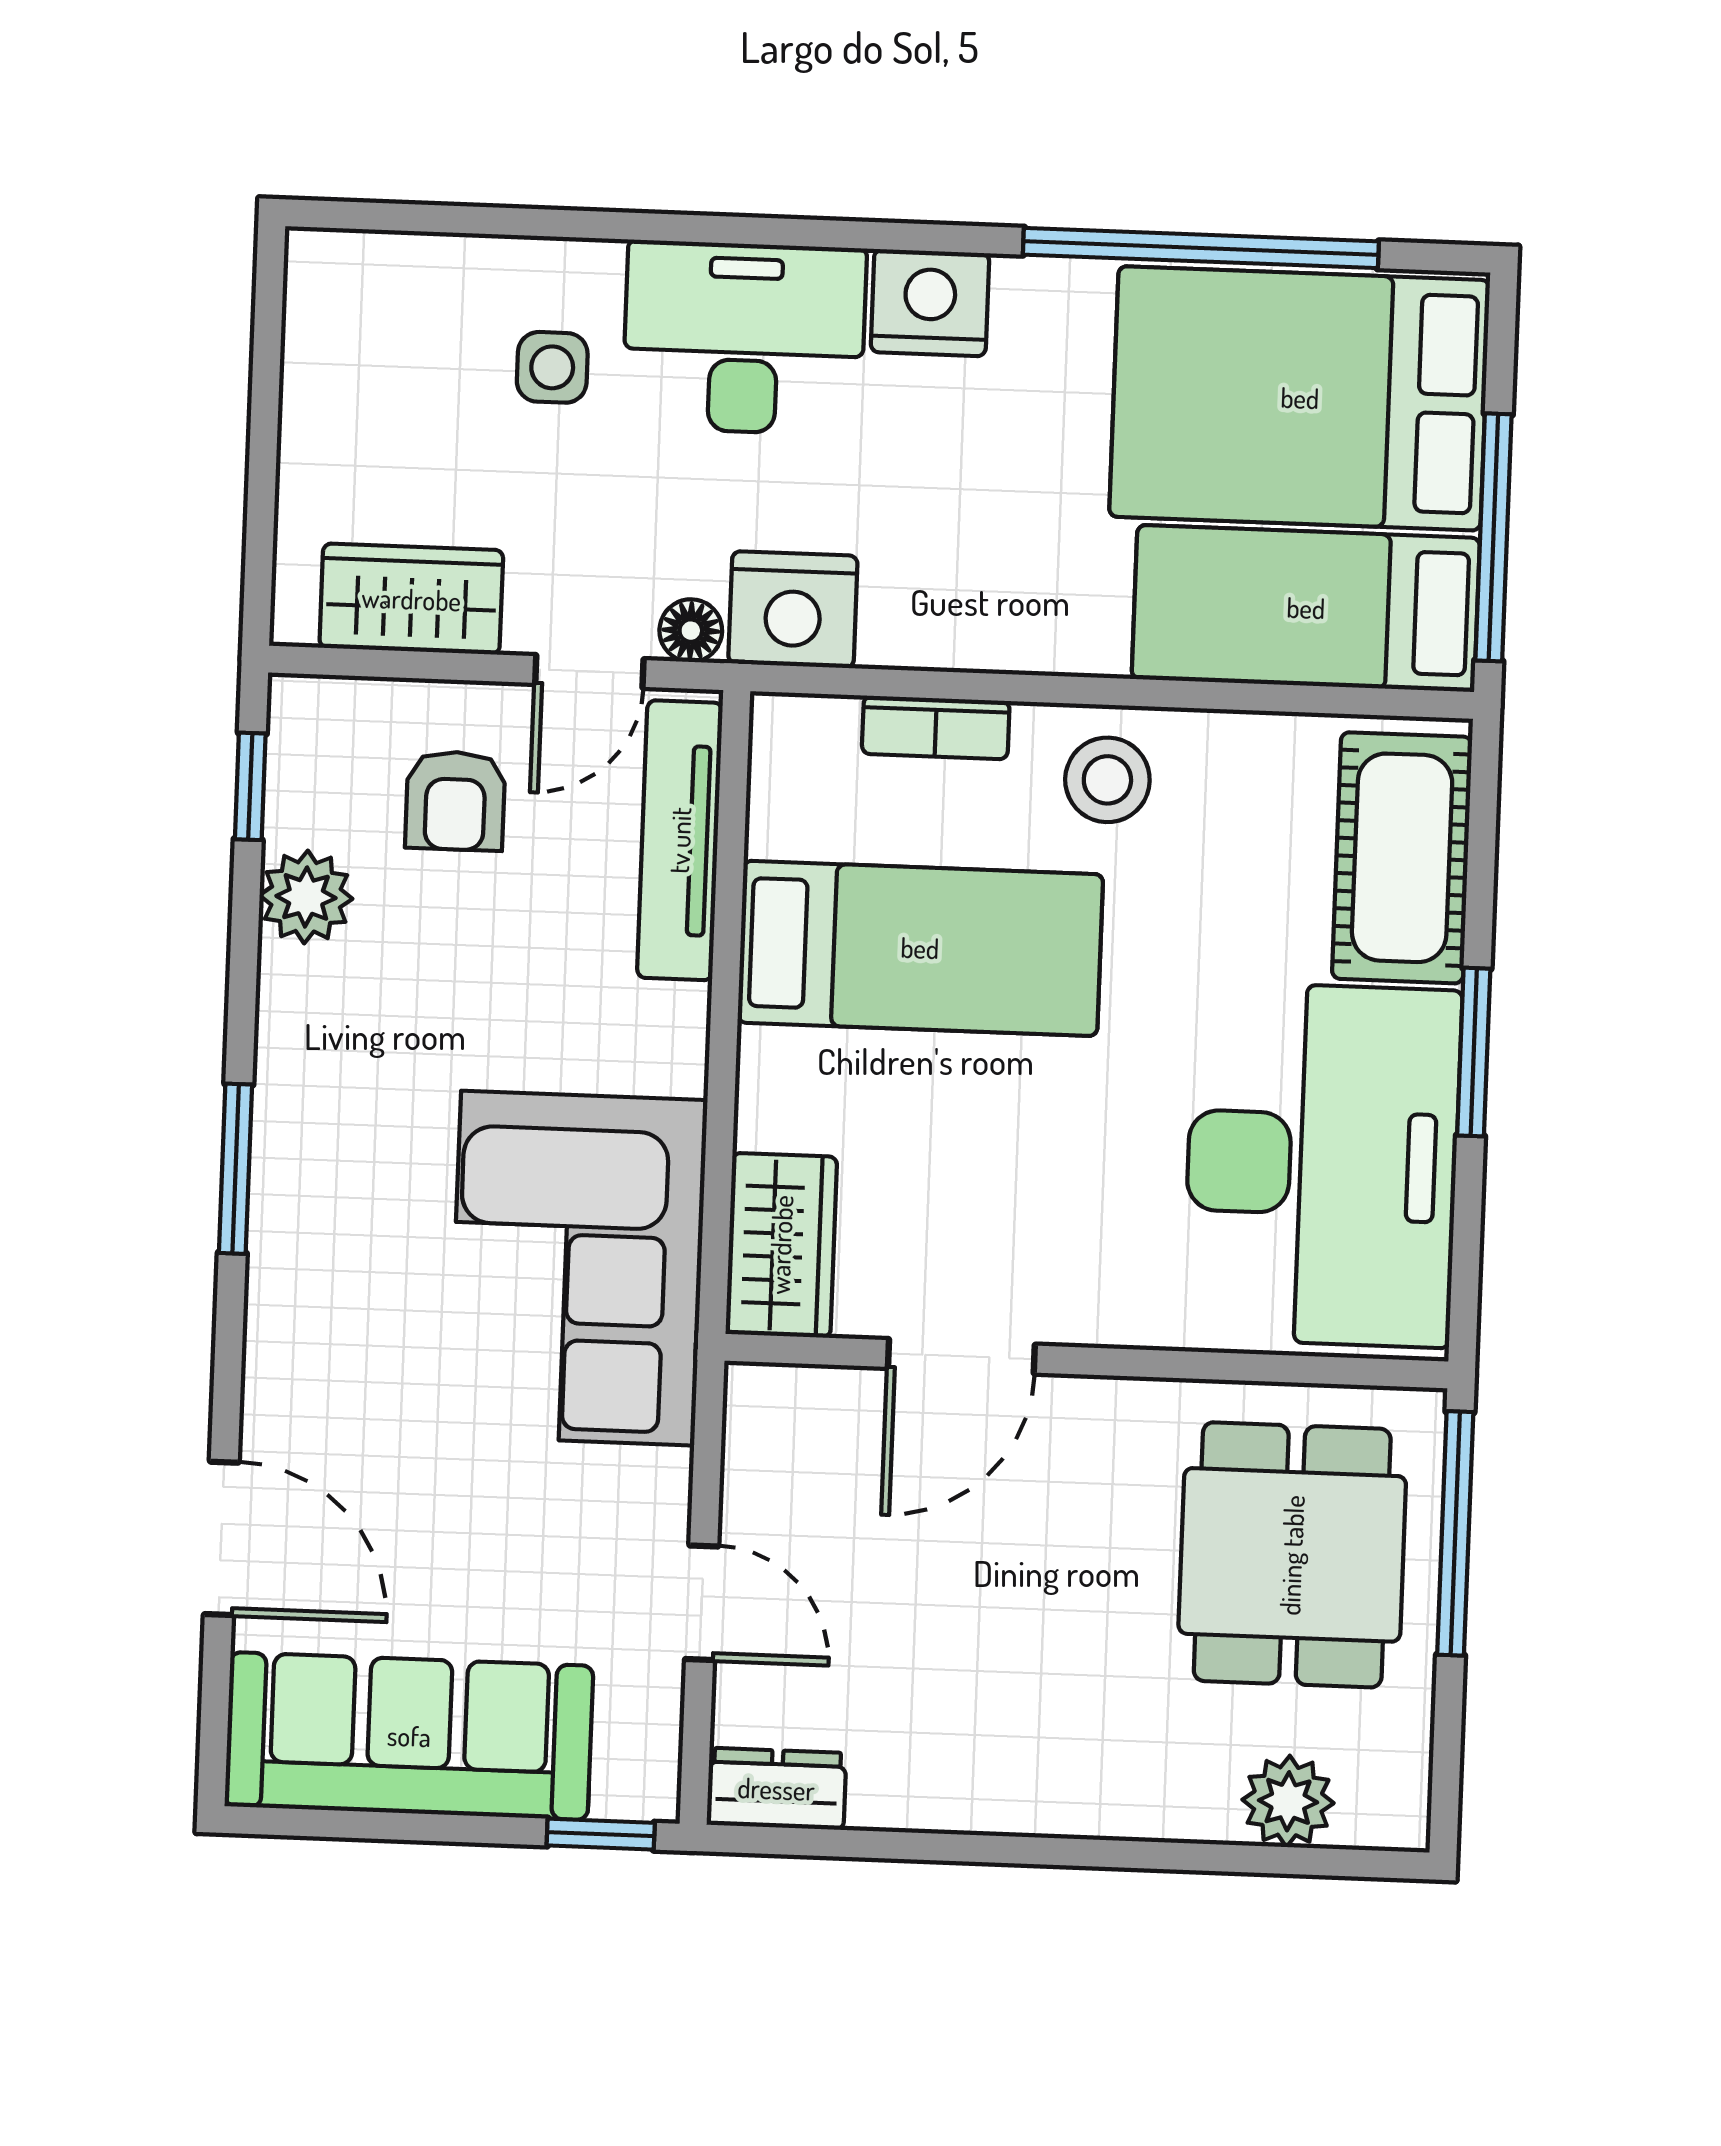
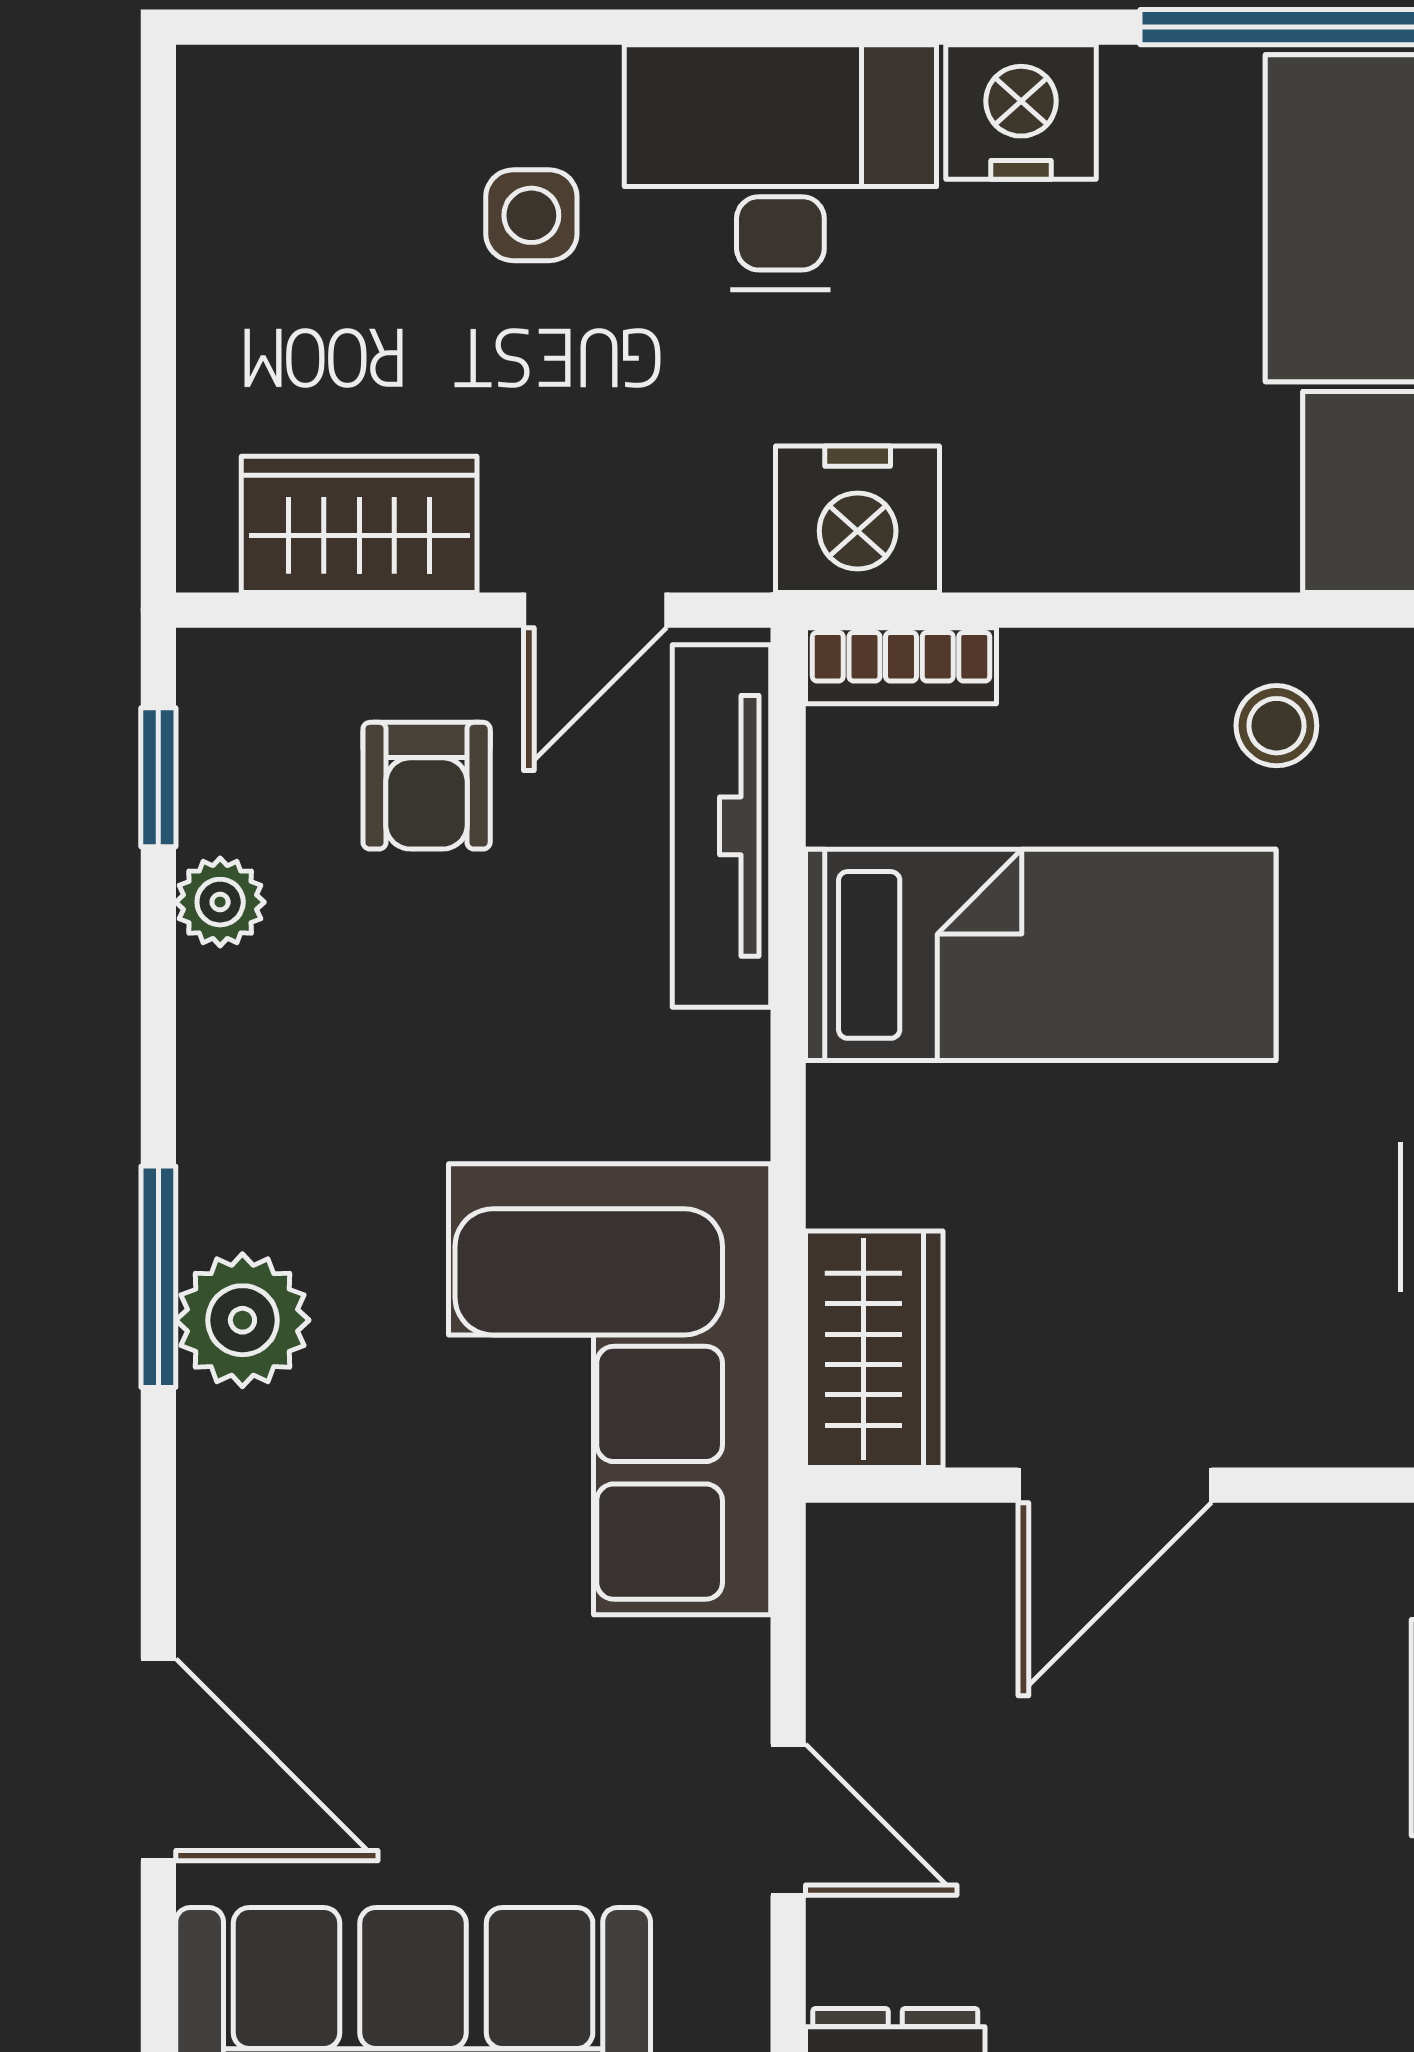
floor lamp: (691, 631) -> (725, 552), removed
bookcase: (936, 727) -> (901, 666), moved
stool: (1107, 780) -> (1276, 726), width x0.73, depth x0.73
plant: (306, 897) -> (220, 902), width x0.73, depth x0.73
plant: (299, 1204) -> (242, 1320), added

